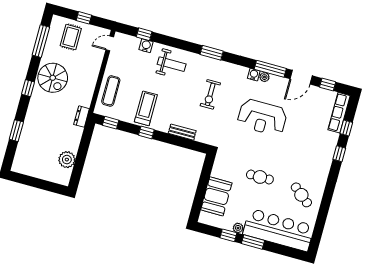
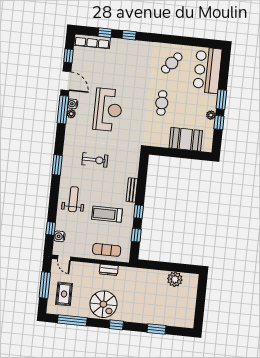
window: (84, 18) -> (45, 285), width x2.17
rug: (71, 37) -> (64, 294), turned 90
water cooler: (146, 46) -> (59, 236), moved
water cooler: (254, 75) -> (73, 104), moved
spiral stairs: (53, 78) -> (103, 304), turned 90
treadmill: (146, 108) -> (107, 214), moved
dresser: (82, 117) -> (109, 270), moved
window: (111, 123) -> (136, 235), moved
bench: (182, 132) -> (132, 190), moved
bar counter: (279, 230) -> (207, 70), width x0.73

